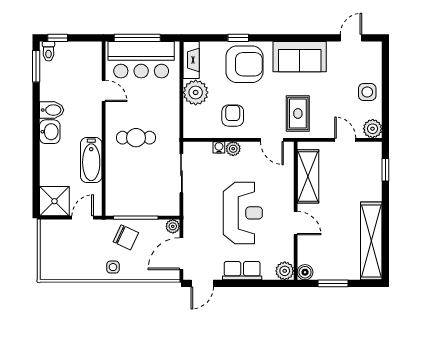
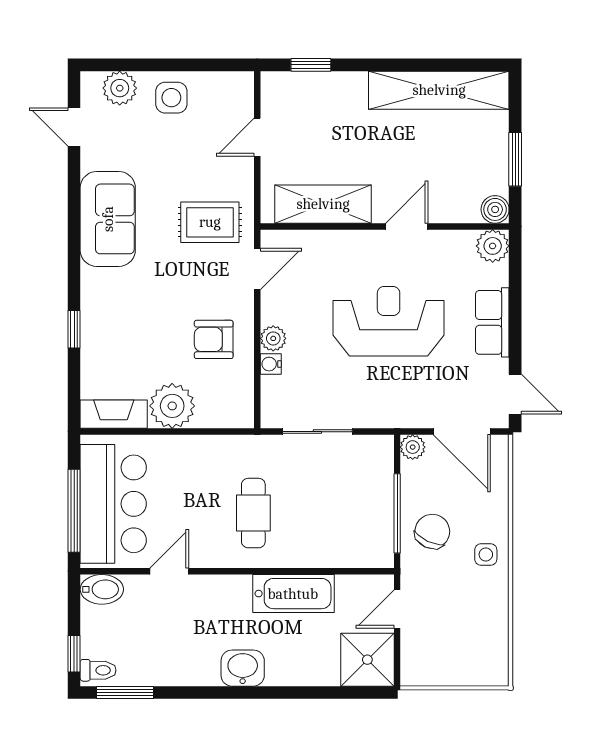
armchair: (244, 64) -> (121, 318), removed
bidet: (52, 110) -> (102, 589), moved, turned 90
plant: (373, 129) -> (120, 88), moved
door: (83, 218) -> (397, 609), hinge flipped

